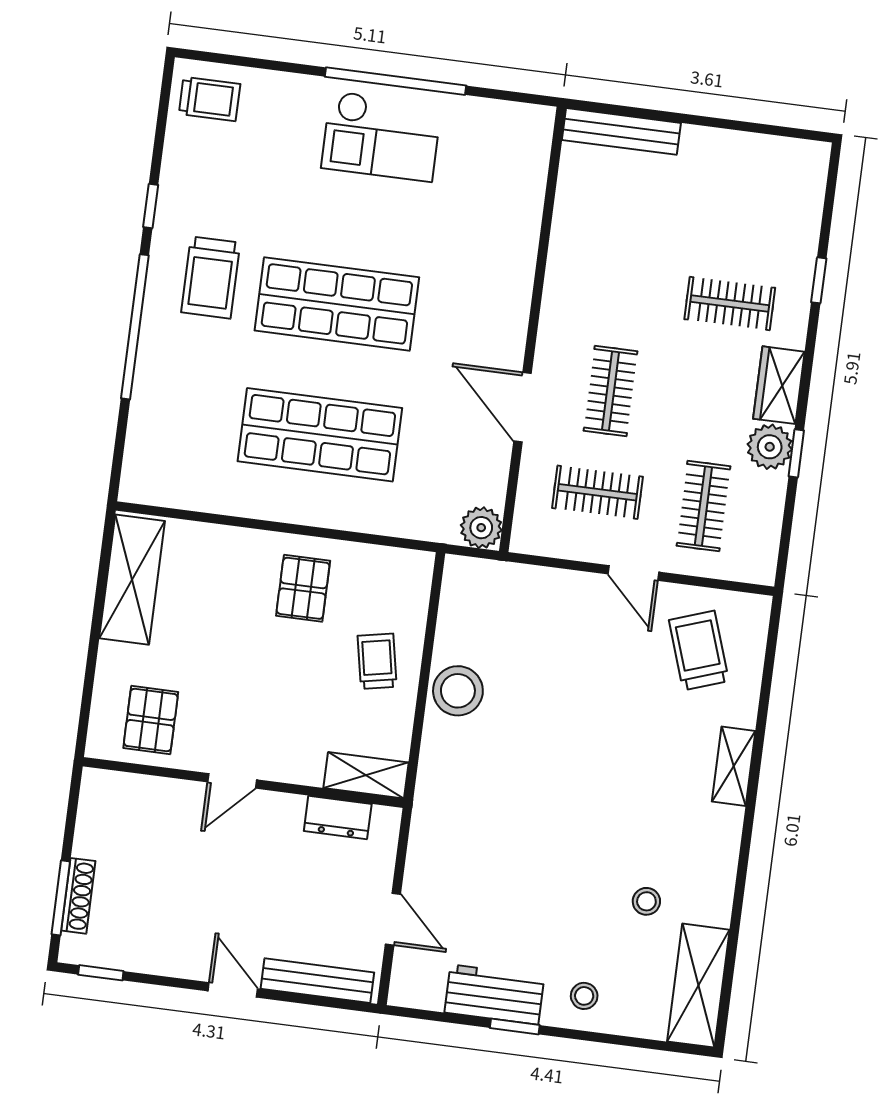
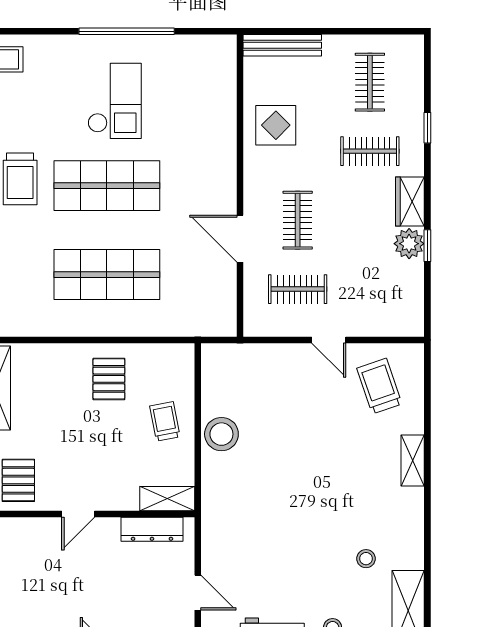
checkout: (381, 136) -> (115, 101), moved, turned -90
display table: (597, 248) -> (276, 125), added
clothes rail: (703, 506) -> (370, 82), moved
plant: (481, 528) -> (223, 323), removed
dresser: (338, 817) -> (152, 529), width x1.44

